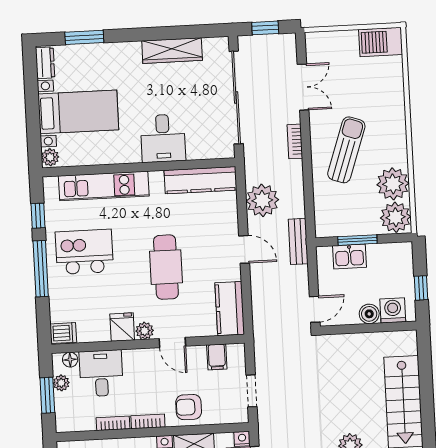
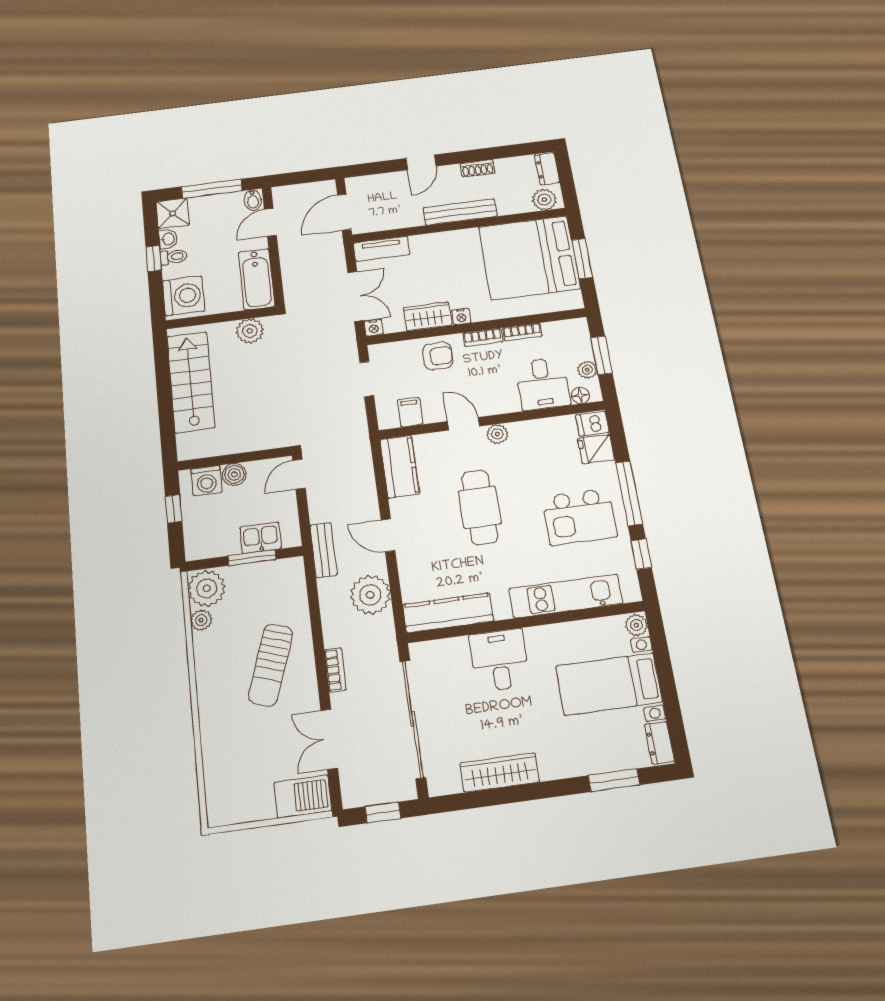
barbecue: (381, 42) -> (303, 797), moved
plant: (393, 184) -> (201, 620), width x0.53, depth x0.53
fridge: (122, 327) -> (596, 449), moved, turned 90

